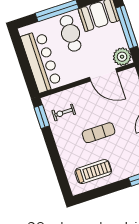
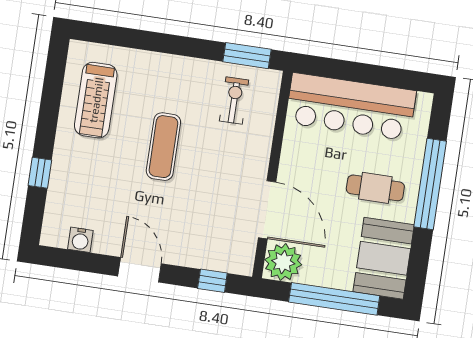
cafe table: (71, 33) -> (375, 188), width x0.73, depth x0.74
door: (103, 75) -> (267, 210), swing flipped

